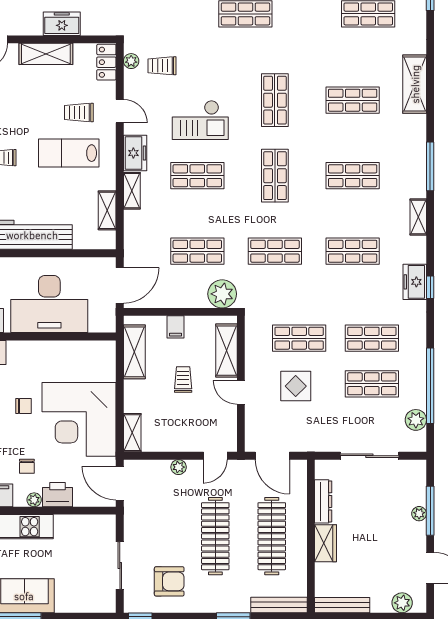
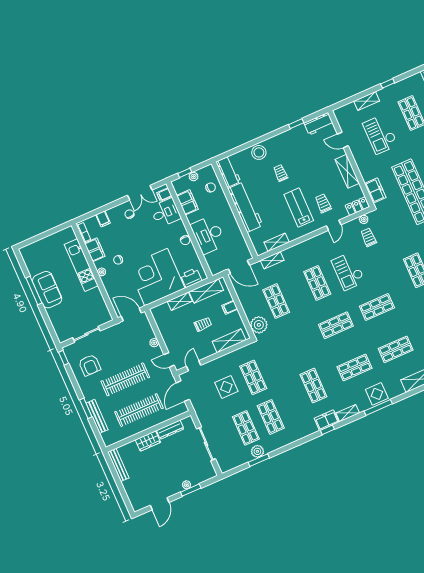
freezer: (62, 24) -> (375, 190), moved
shop shelf: (353, 100) -> (396, 349), turned 90
freezer: (135, 153) -> (315, 244), removed
display table: (408, 159) -> (377, 394), added
shop shelf: (353, 176) -> (355, 367), turned 90
shelving: (132, 191) -> (272, 260), moved
shop shelf: (275, 251) -> (295, 343), removed
freezer: (415, 282) -> (327, 420), moved
window: (430, 287) -> (327, 430), moved
desk: (49, 304) -> (208, 235), width x0.73, depth x0.77
window: (430, 386) -> (259, 460), width x0.47
door: (241, 392) -> (194, 366), moved
chair: (24, 406) -> (185, 240), moved
plant: (416, 420) -> (257, 451), moved
shelving: (132, 433) -> (180, 301), moved
door: (120, 483) -> (131, 315), hinge flipped
printer: (57, 495) -> (191, 278), moved, turned -90
window: (430, 511) -> (191, 490), width x0.69
plant: (402, 603) -> (134, 497), removed
bench: (279, 605) -> (97, 416), moved

